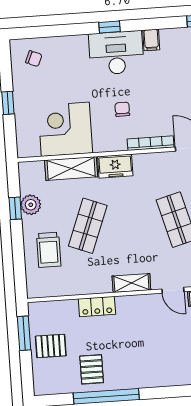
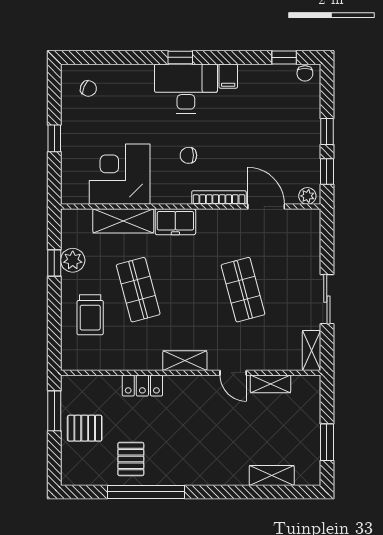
chair: (122, 109) -> (188, 155), turned -90
shop shelf: (88, 226) -> (138, 290), turned -36

